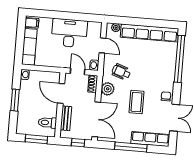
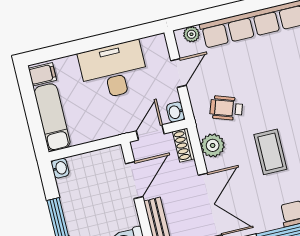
door: (102, 45) -> (179, 73), hinge flipped
door: (78, 71) -> (150, 132), hinge flipped
door: (61, 93) -> (134, 180), swing flipped

